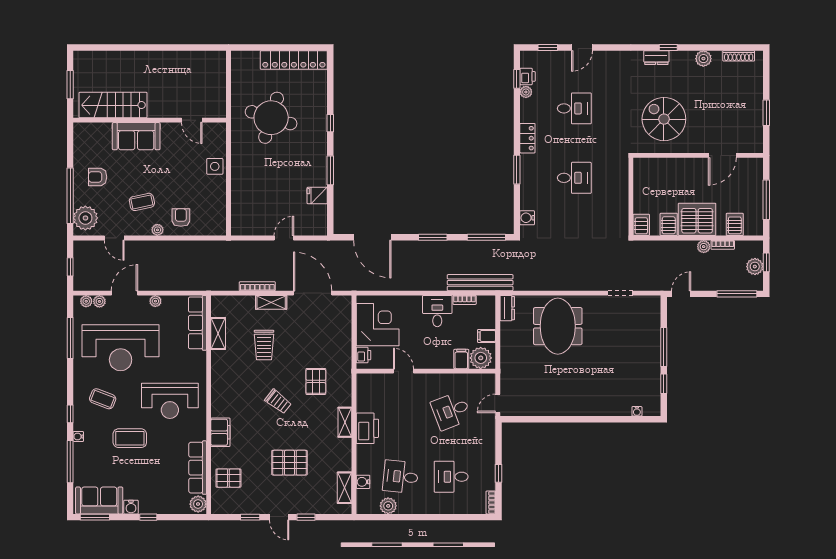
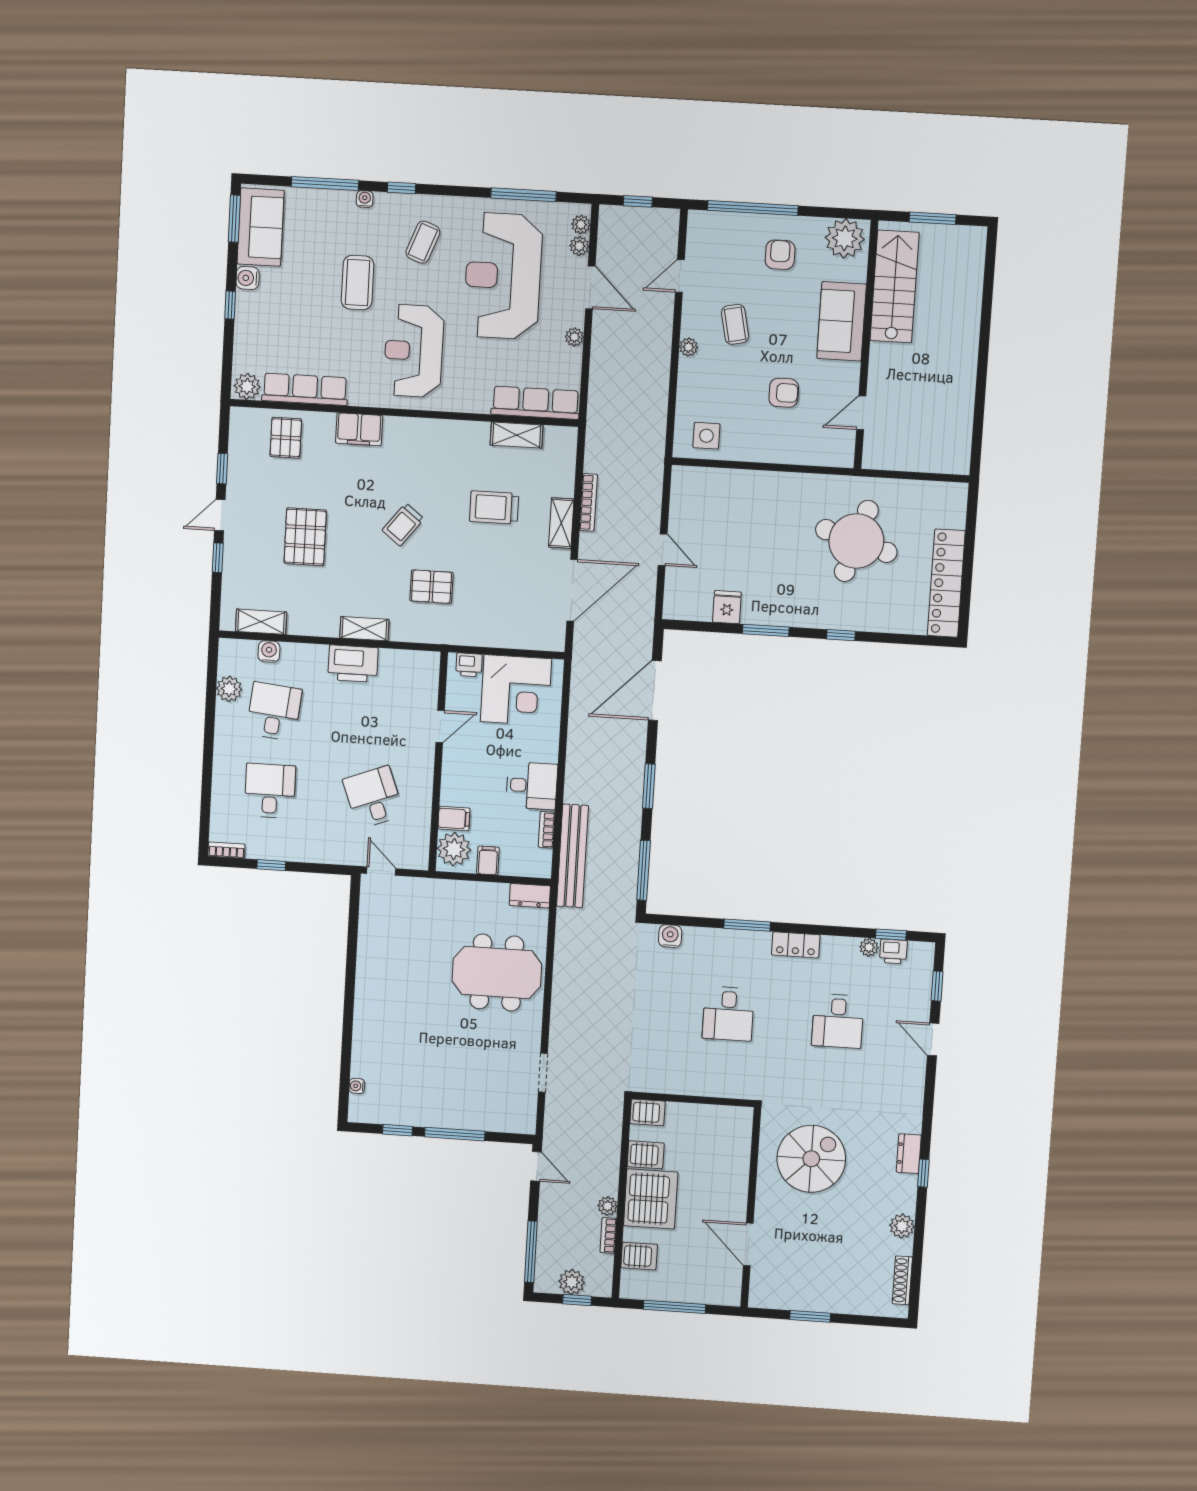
side table: (215, 166) -> (706, 436), moved
plant: (85, 218) -> (845, 238), moved
armchair: (181, 218) -> (784, 393), moved

